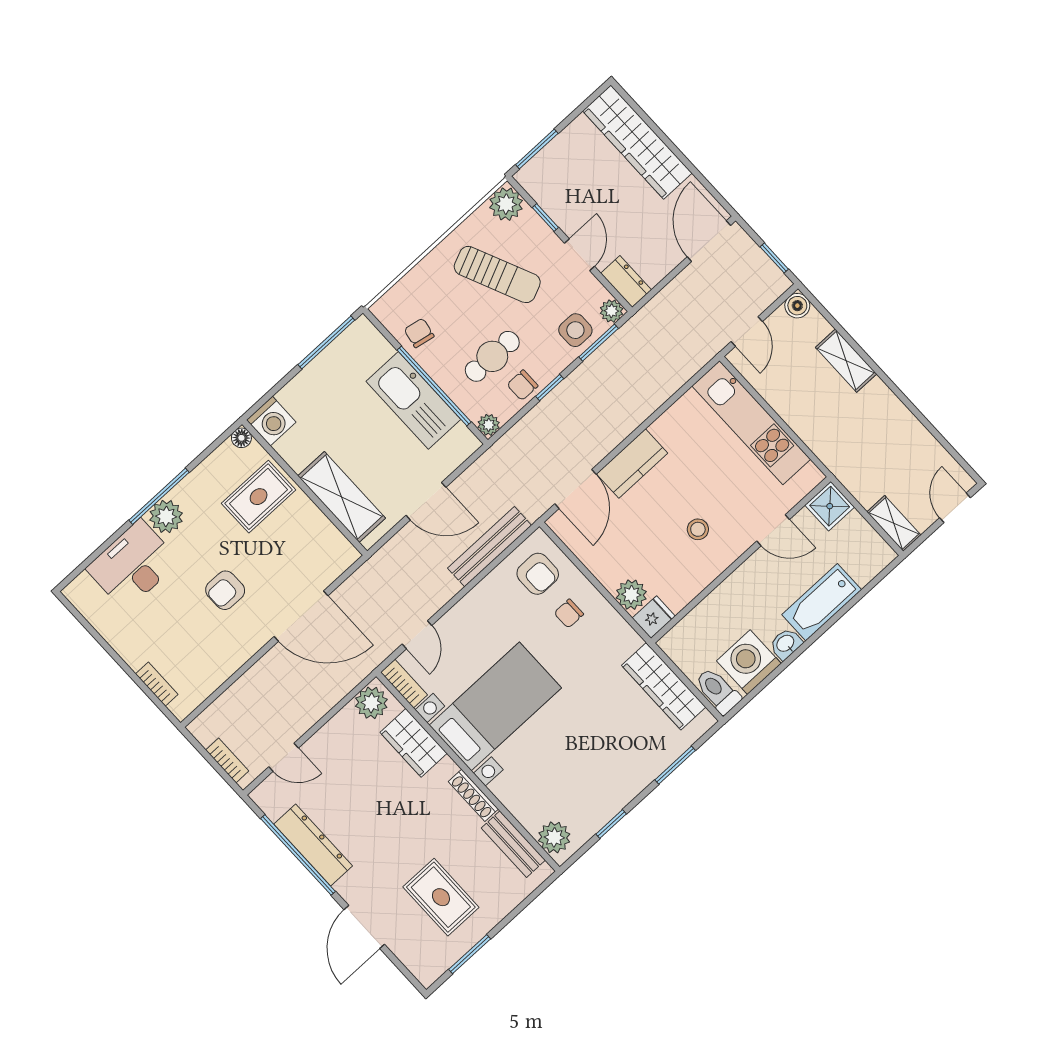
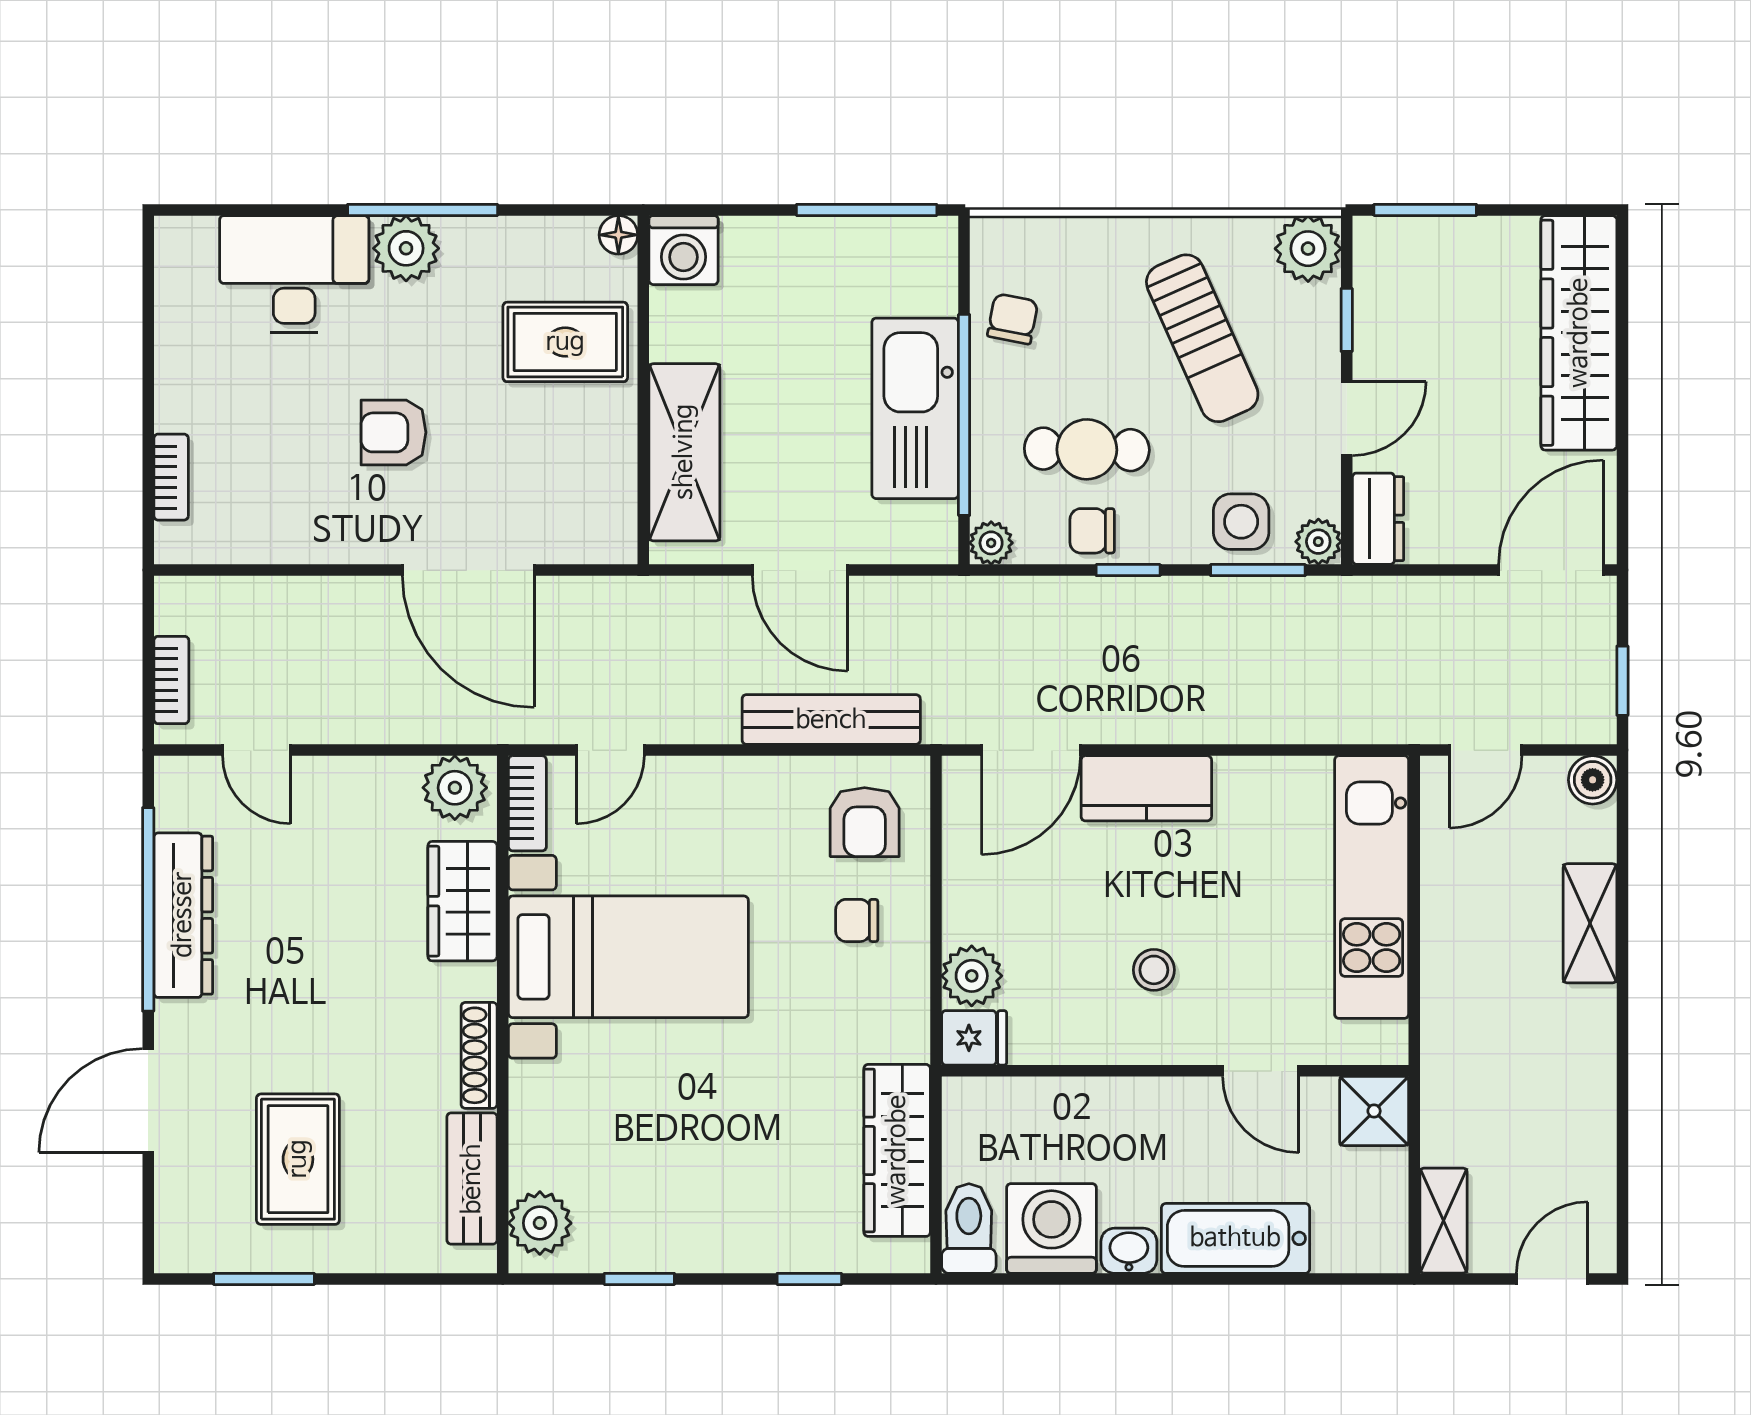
window: (675, 765) -> (809, 1279), width x0.67

